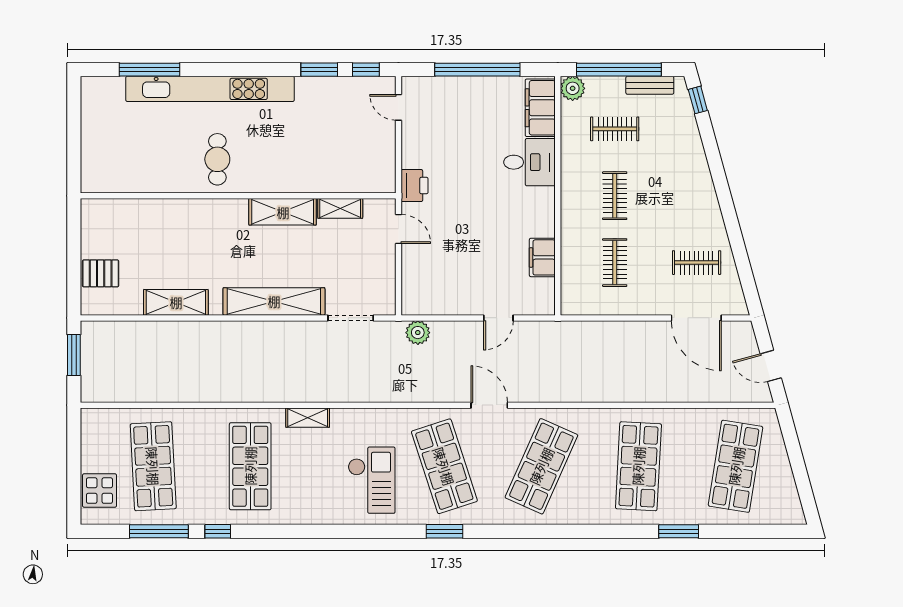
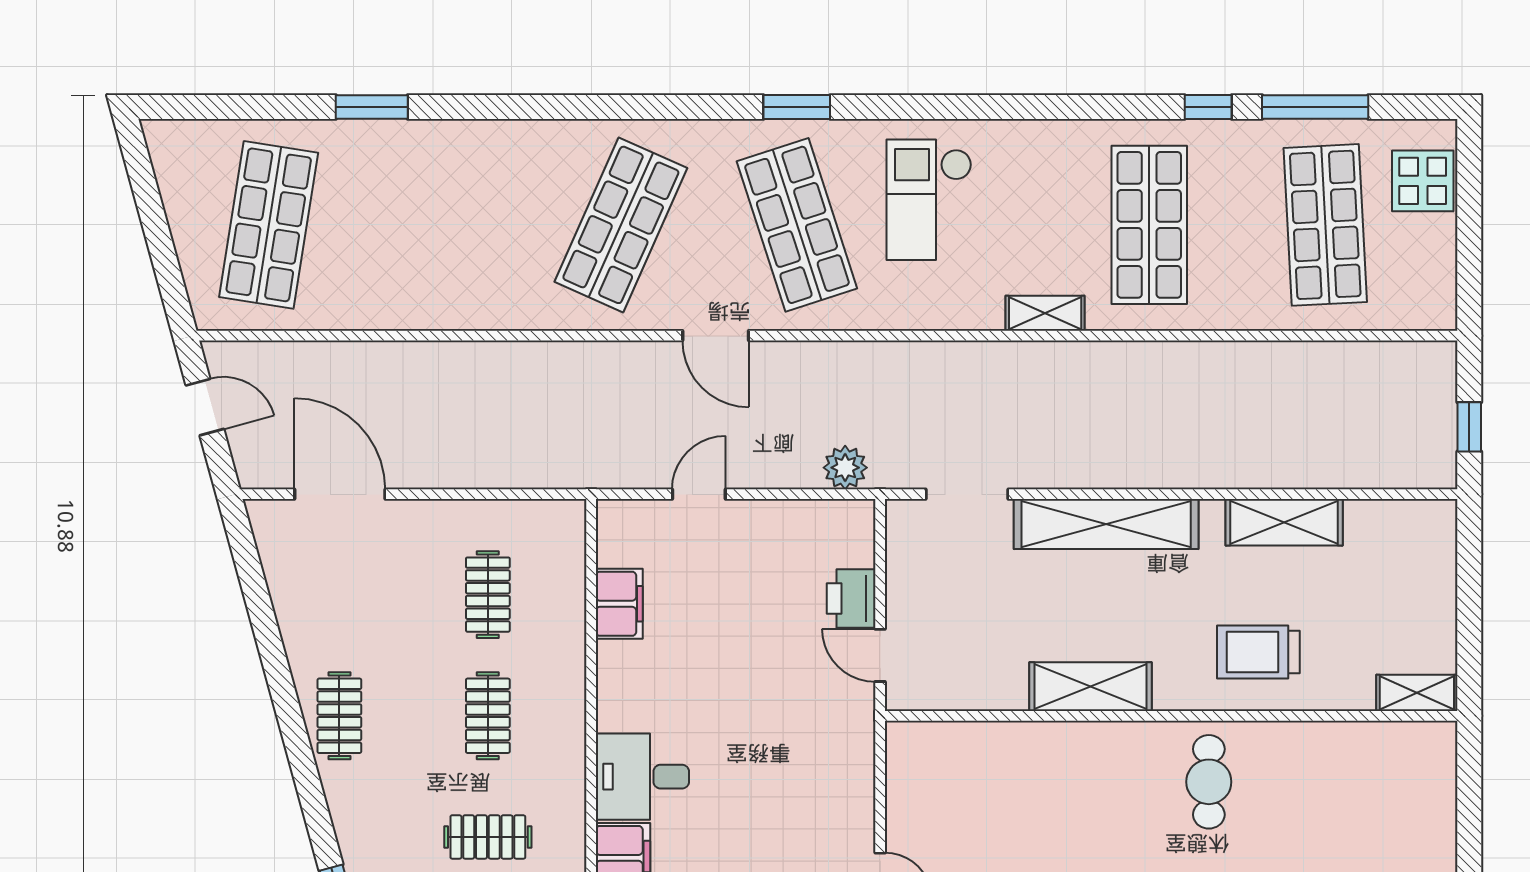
printer: (415, 186) -> (851, 598), moved
shelving: (340, 208) -> (1417, 693), moved
trolley: (190, 231) -> (1258, 652), added
clothes rail: (697, 263) -> (339, 716), moved, turned 90
pallet: (101, 273) -> (1421, 575), removed
window: (74, 355) -> (1469, 427), width x0.67
shop shelf: (638, 466) -> (445, 225), removed

